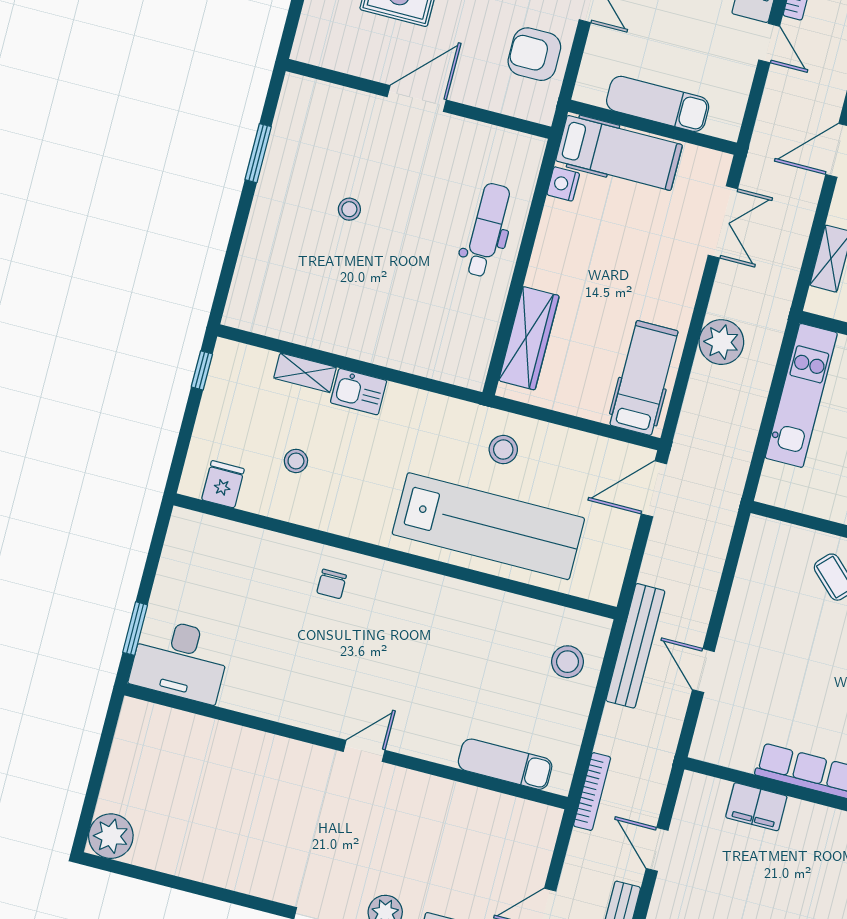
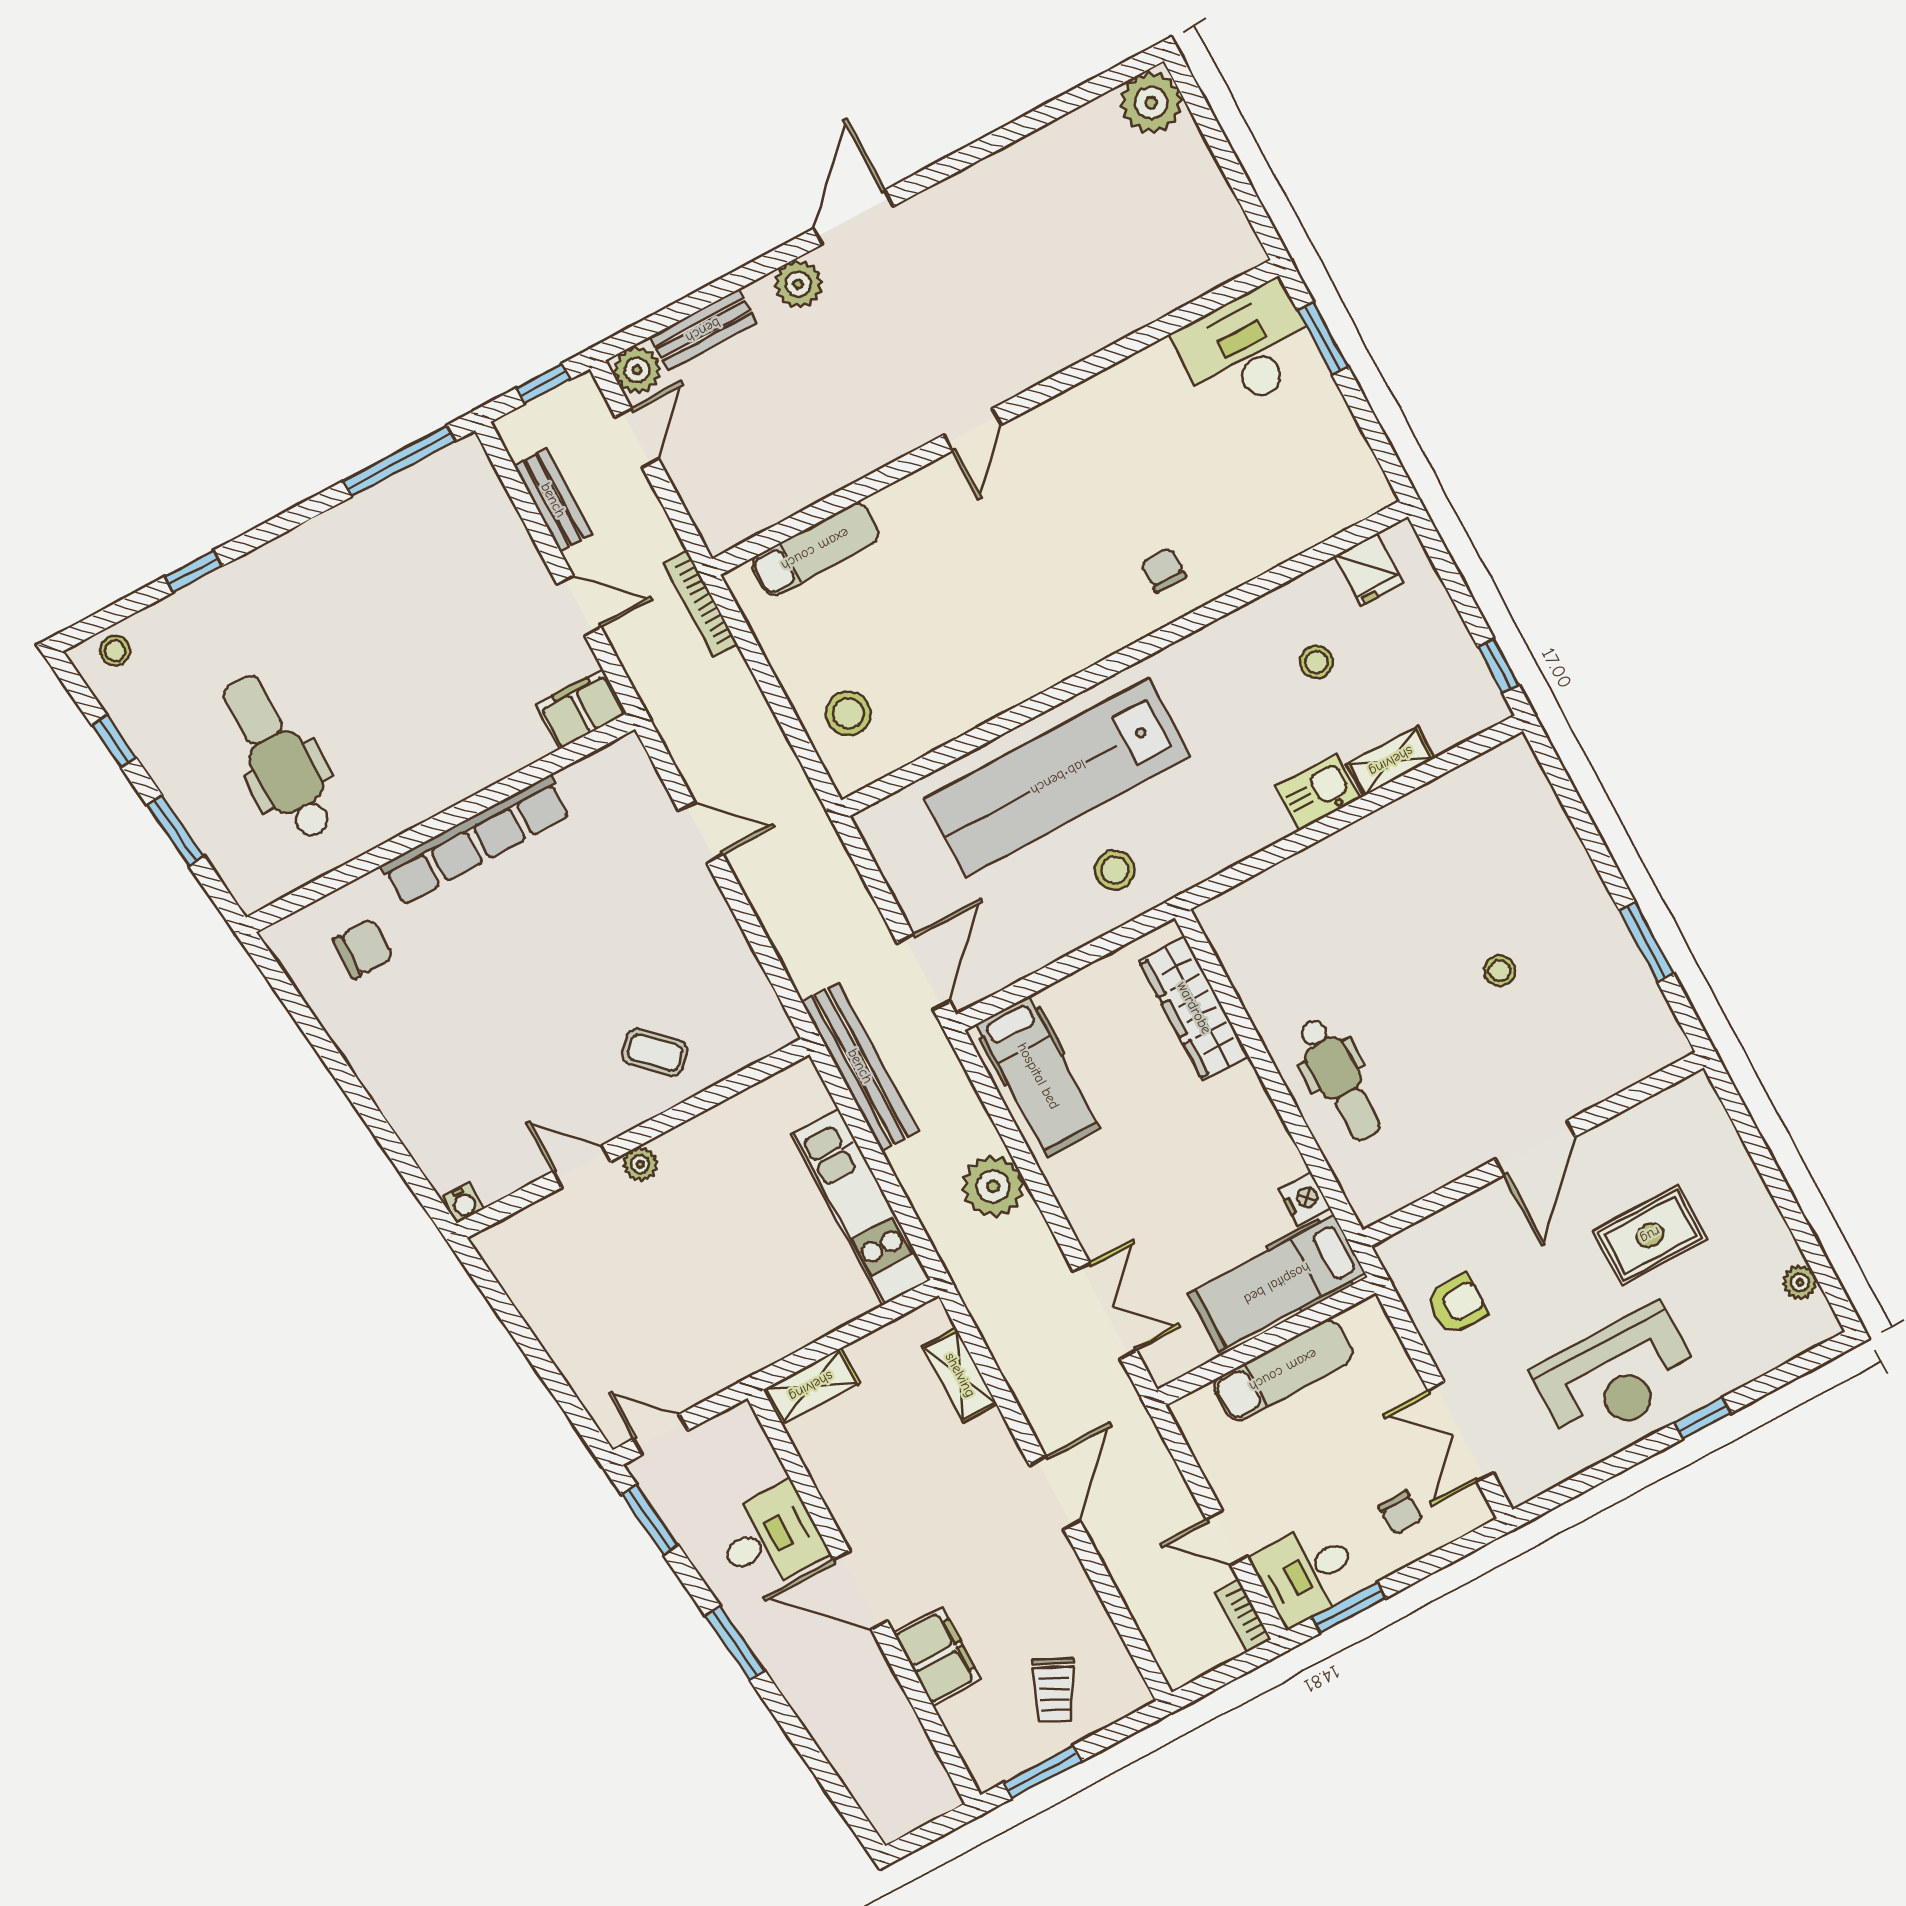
armchair: (534, 54) -> (1457, 1304), width x0.72, depth x0.72
double door: (723, 222) -> (1105, 1311), swing flipped
bench: (635, 646) -> (860, 1066), moved
filing cabinet: (756, 807) -> (581, 709), moved

